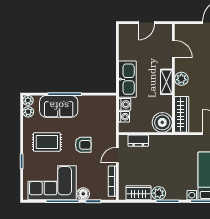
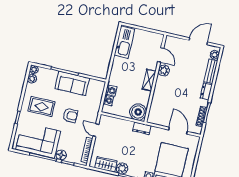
door: (146, 23) -> (144, 29), removed
kitchen sink: (127, 79) -> (124, 42), moved
plant: (181, 79) -> (164, 70), moved
sofa: (59, 106) -> (72, 83), moved
wardrobe: (182, 114) -> (155, 109), removed
dresser: (138, 141) -> (142, 128), moved
door: (117, 155) -> (96, 130), hinge flipped

